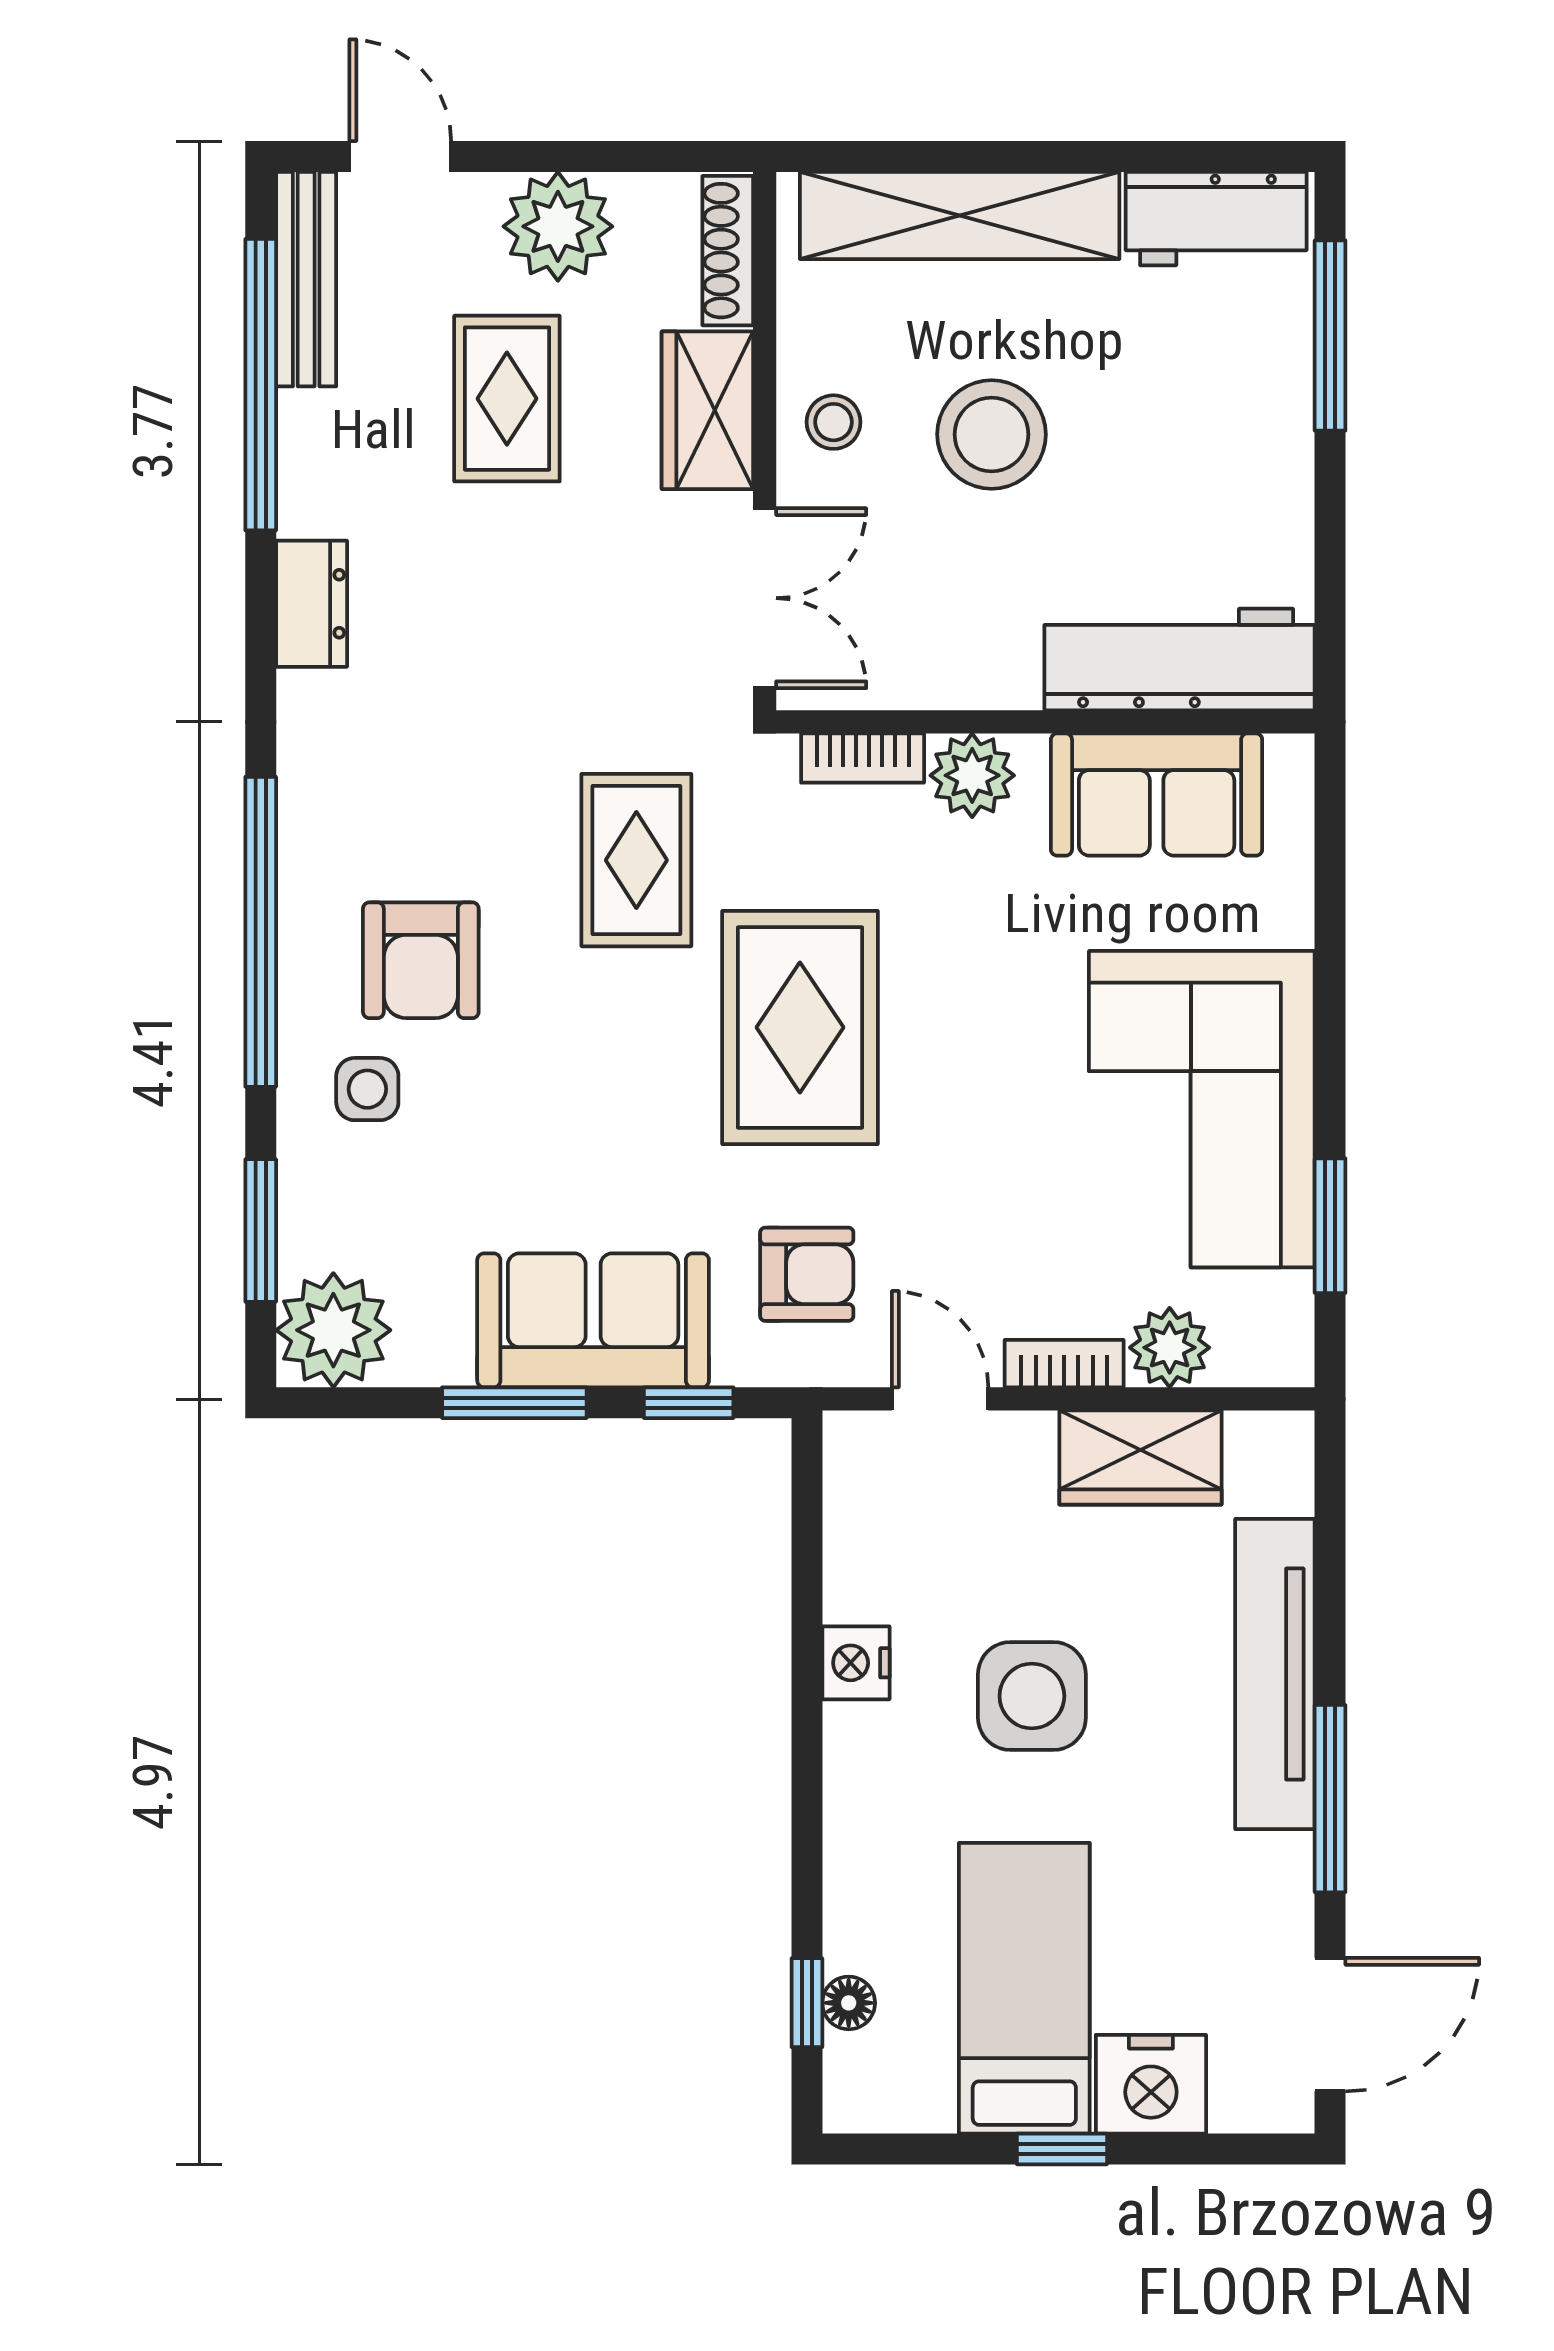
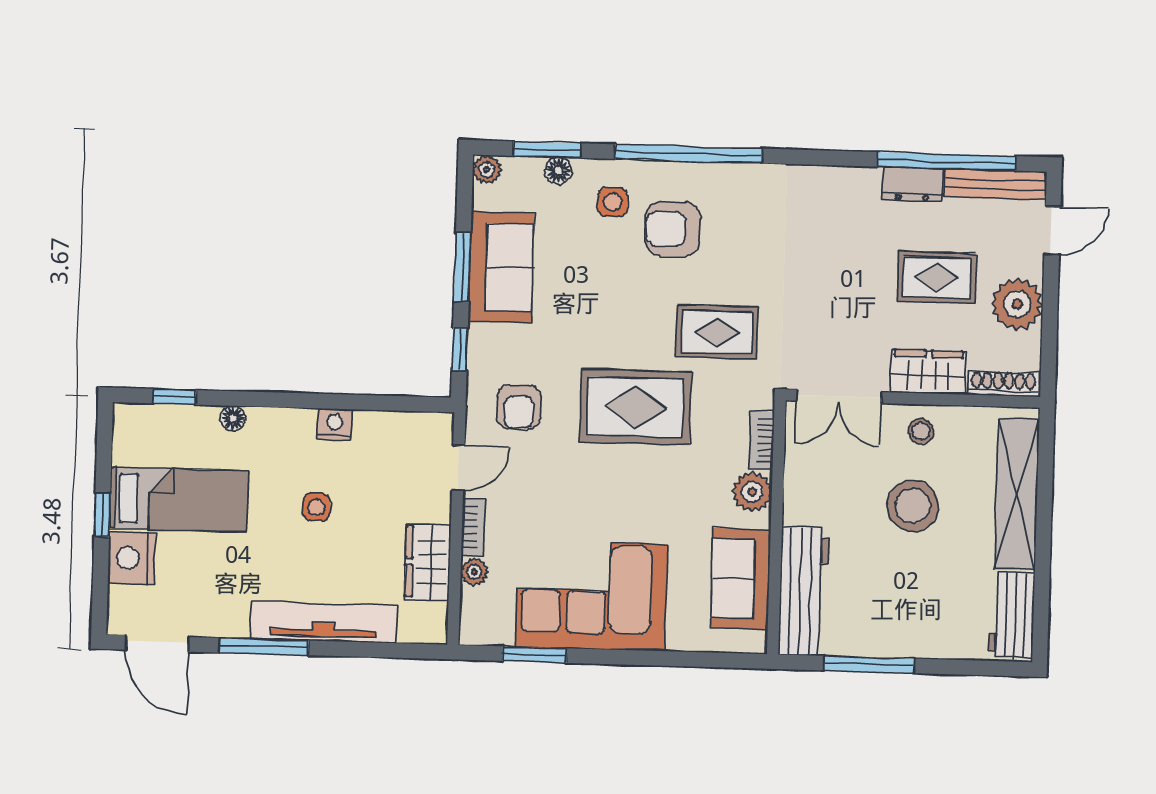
window: (1330, 336) -> (869, 665), moved
dresser: (312, 604) -> (912, 184), moved
floor lamp: (304, 1206) -> (558, 171), added
sofa: (593, 1320) -> (501, 267), moved
plant: (333, 1330) -> (487, 169), width x0.53, depth x0.53
plant: (1170, 1348) -> (474, 572), width x0.73, depth x0.73
side table: (1032, 1696) -> (317, 507), width x0.54, depth x0.54
floor lamp: (849, 2003) -> (233, 418), moved

